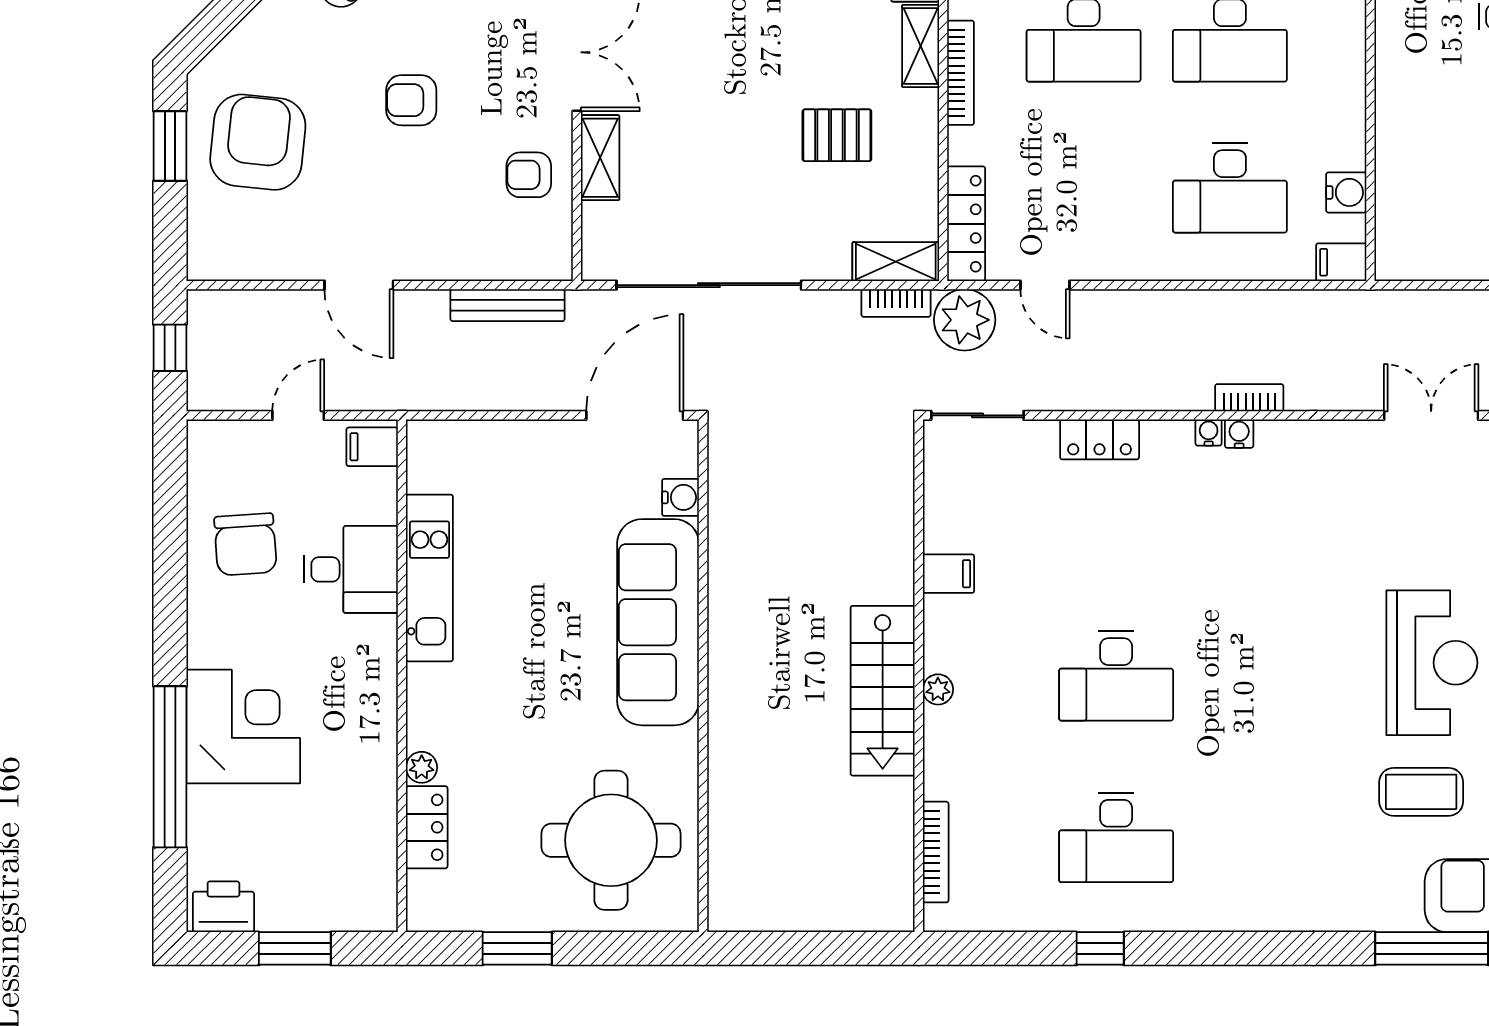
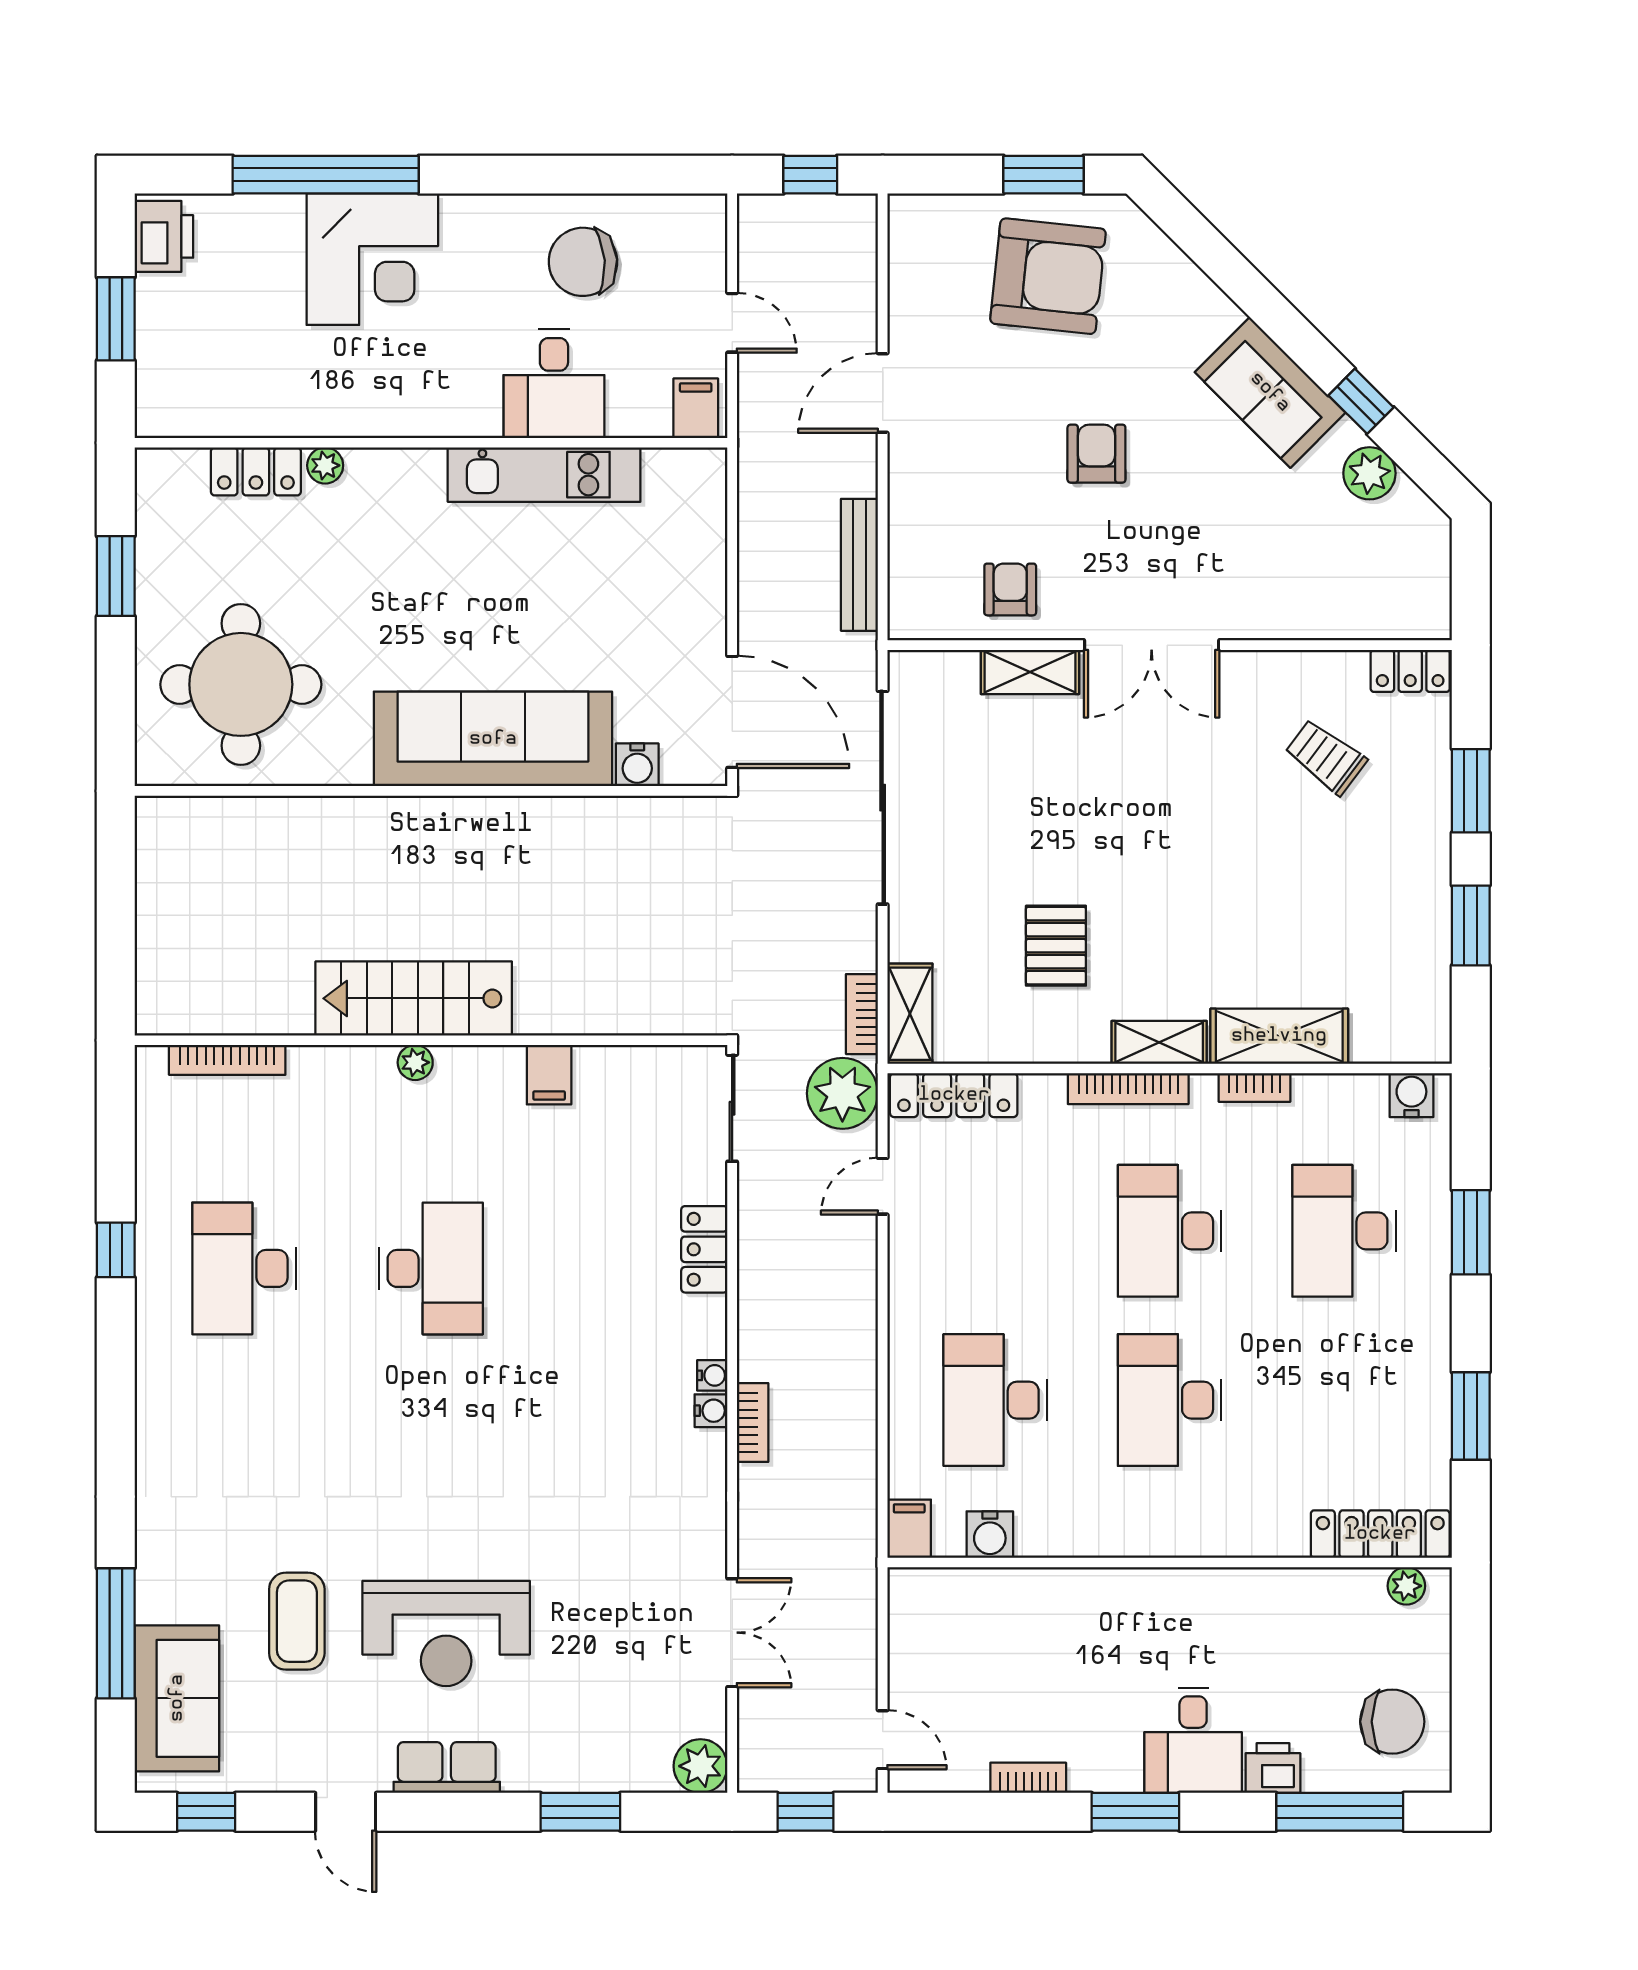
desk: (1116, 676) -> (431, 1268), turned 180

